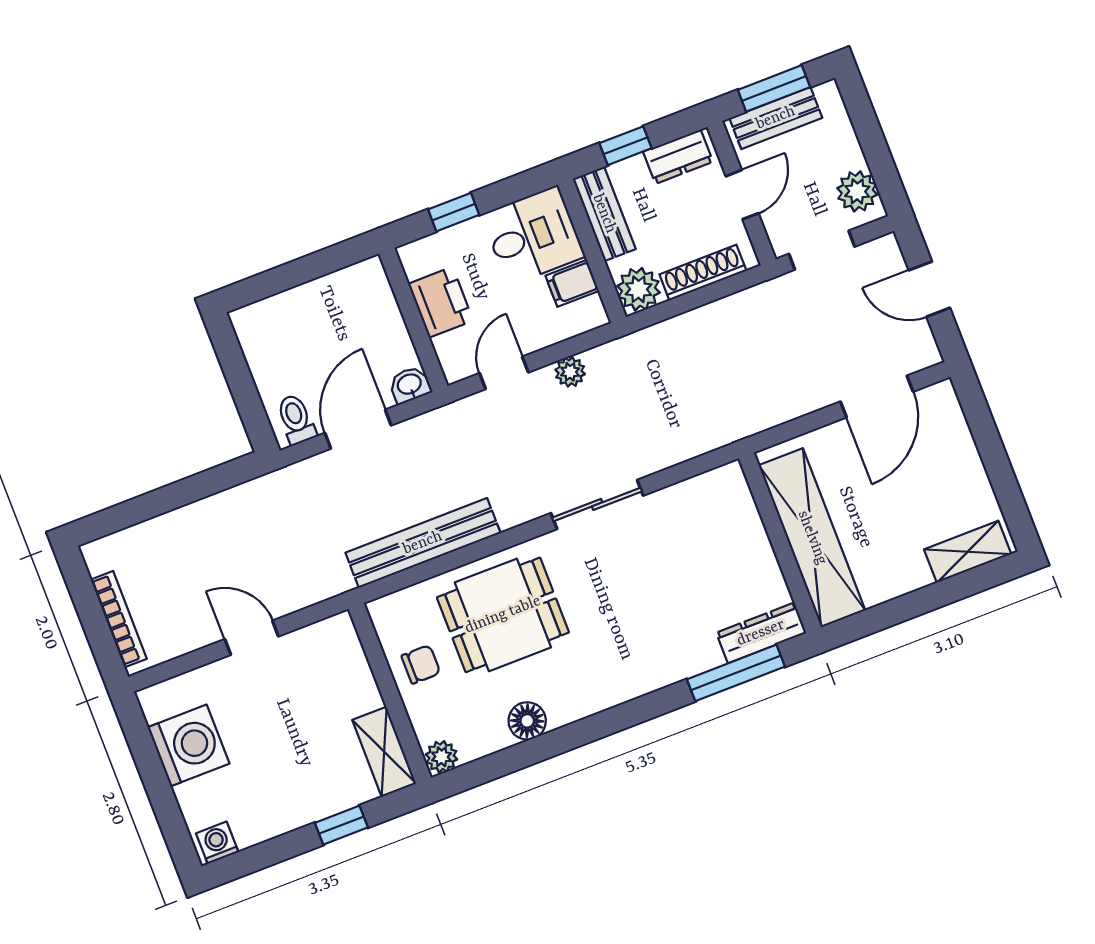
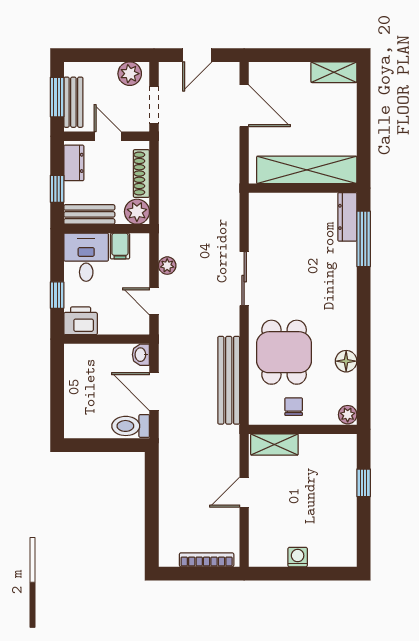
printer: (441, 302) -> (81, 321), moved
toilet: (296, 419) -> (131, 426), width x1.37, depth x1.39
shelving: (968, 552) -> (334, 72), moved, turned 90
washing machine: (189, 745) -> (298, 557), width x0.53, depth x0.53
shelving: (384, 752) -> (274, 444), moved
washing machine: (217, 843) -> (347, 553), removed

